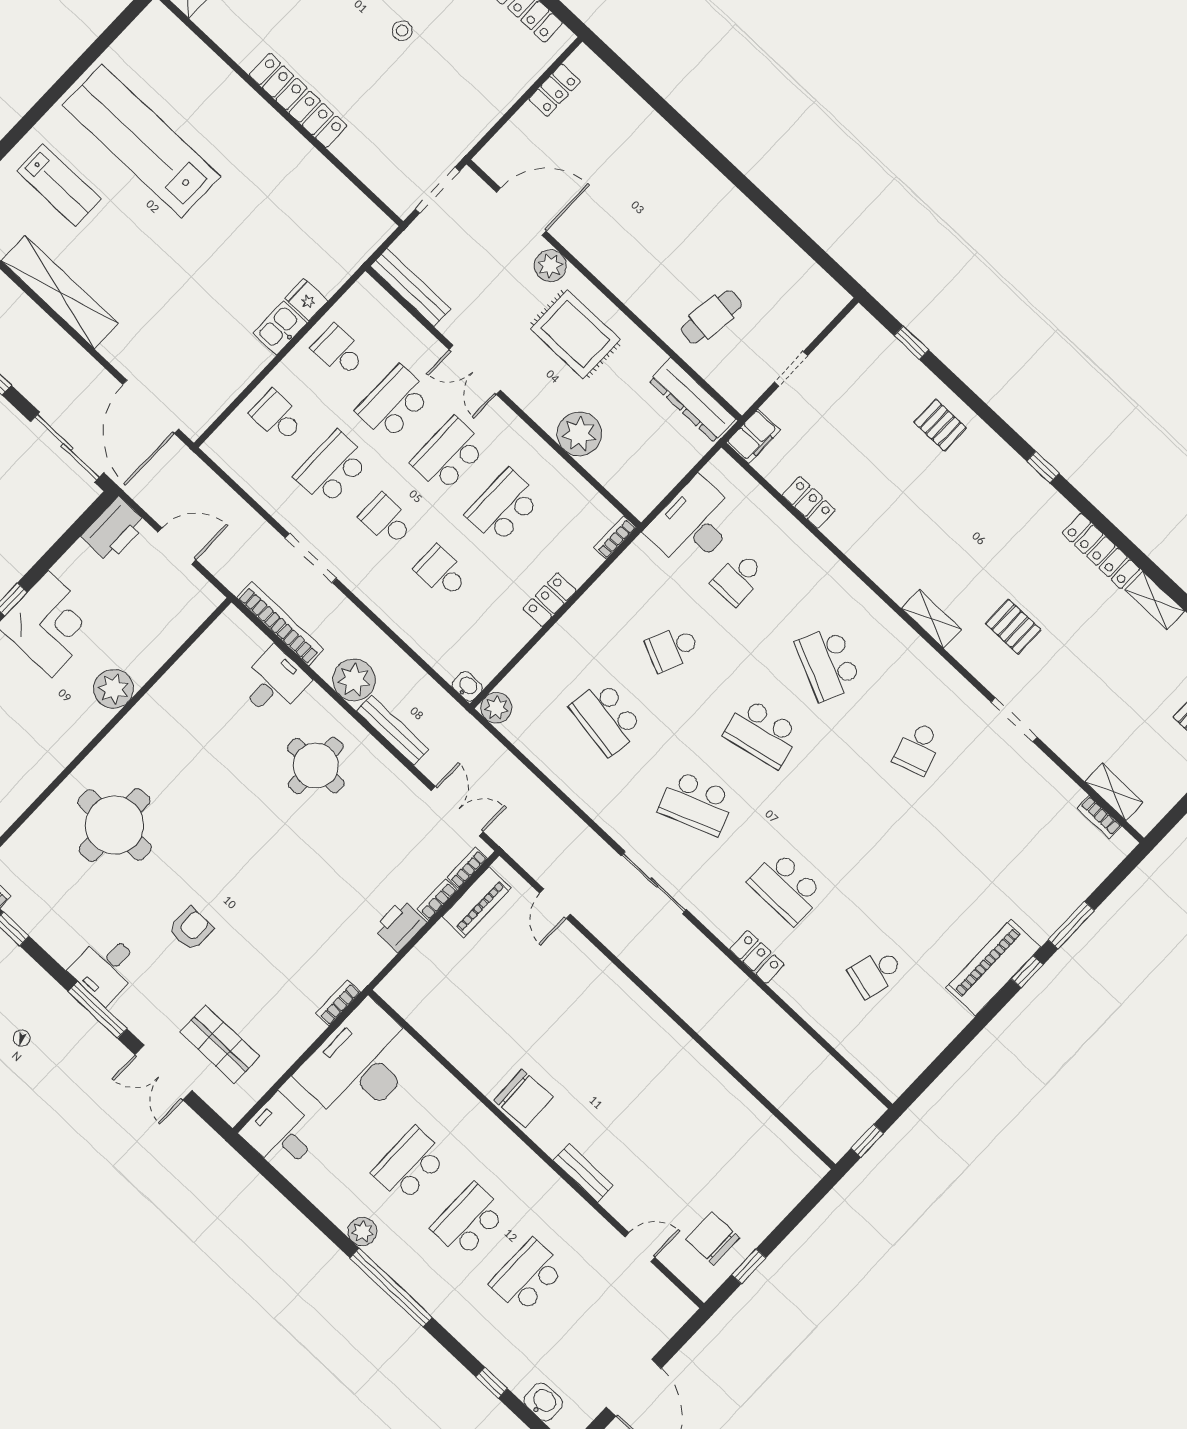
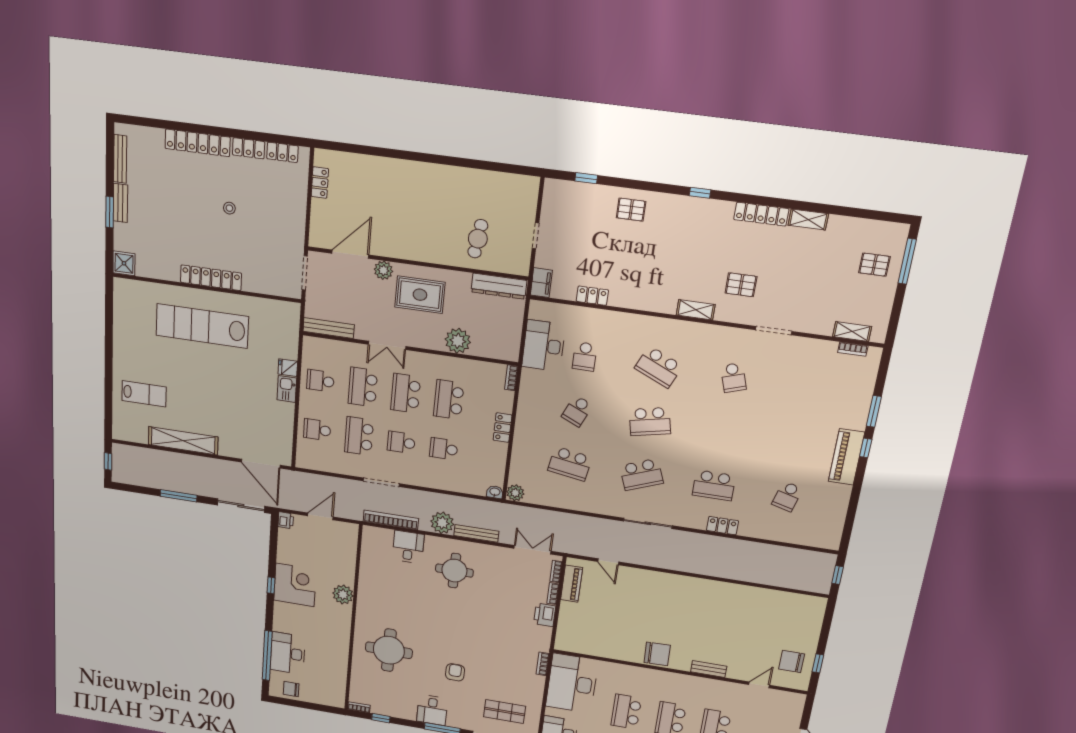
lab bench: (142, 141) -> (202, 326), moved
printer: (114, 530) -> (286, 520), width x0.53, depth x0.68

